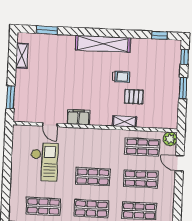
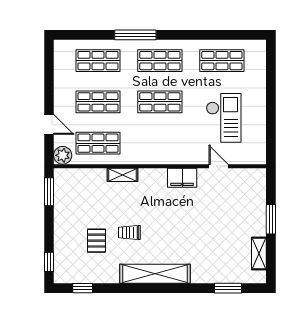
window: (183, 88) -> (49, 192), moved
window: (11, 97) -> (271, 219), moved
pallet: (134, 97) -> (97, 241), moved, turned 90
checkout: (44, 162) -> (224, 118), turned 180

